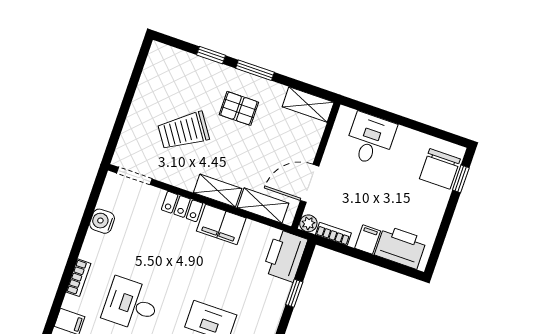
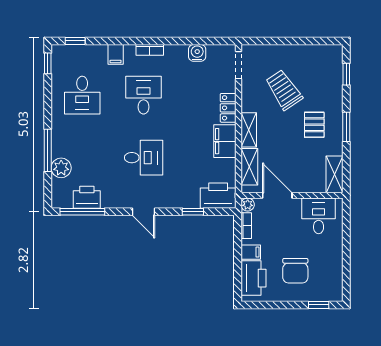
window: (211, 55) -> (346, 74), moved
desk: (370, 139) -> (319, 216), moved, turned -90
chair: (440, 169) -> (295, 271), moved, turned -90

